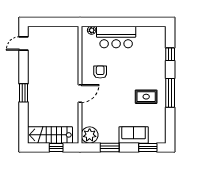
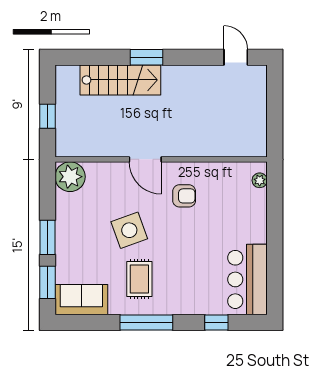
bar counter: (116, 37) -> (247, 279), moved
side table: (119, 102) -> (129, 230), added
stairs: (50, 135) -> (120, 80), moved, turned 90
sofa: (134, 135) -> (81, 300), moved, turned -90
window: (110, 148) -> (47, 237), moved

